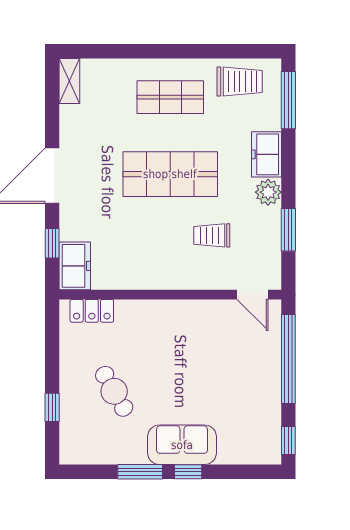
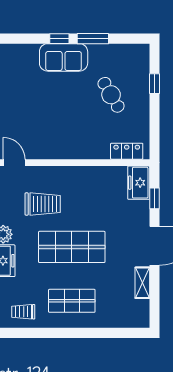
shelving: (69, 81) -> (142, 283), moved
trolley: (240, 82) -> (23, 312), width x0.73, depth x0.72
trolley: (212, 235) -> (43, 204), width x1.36, depth x1.39

